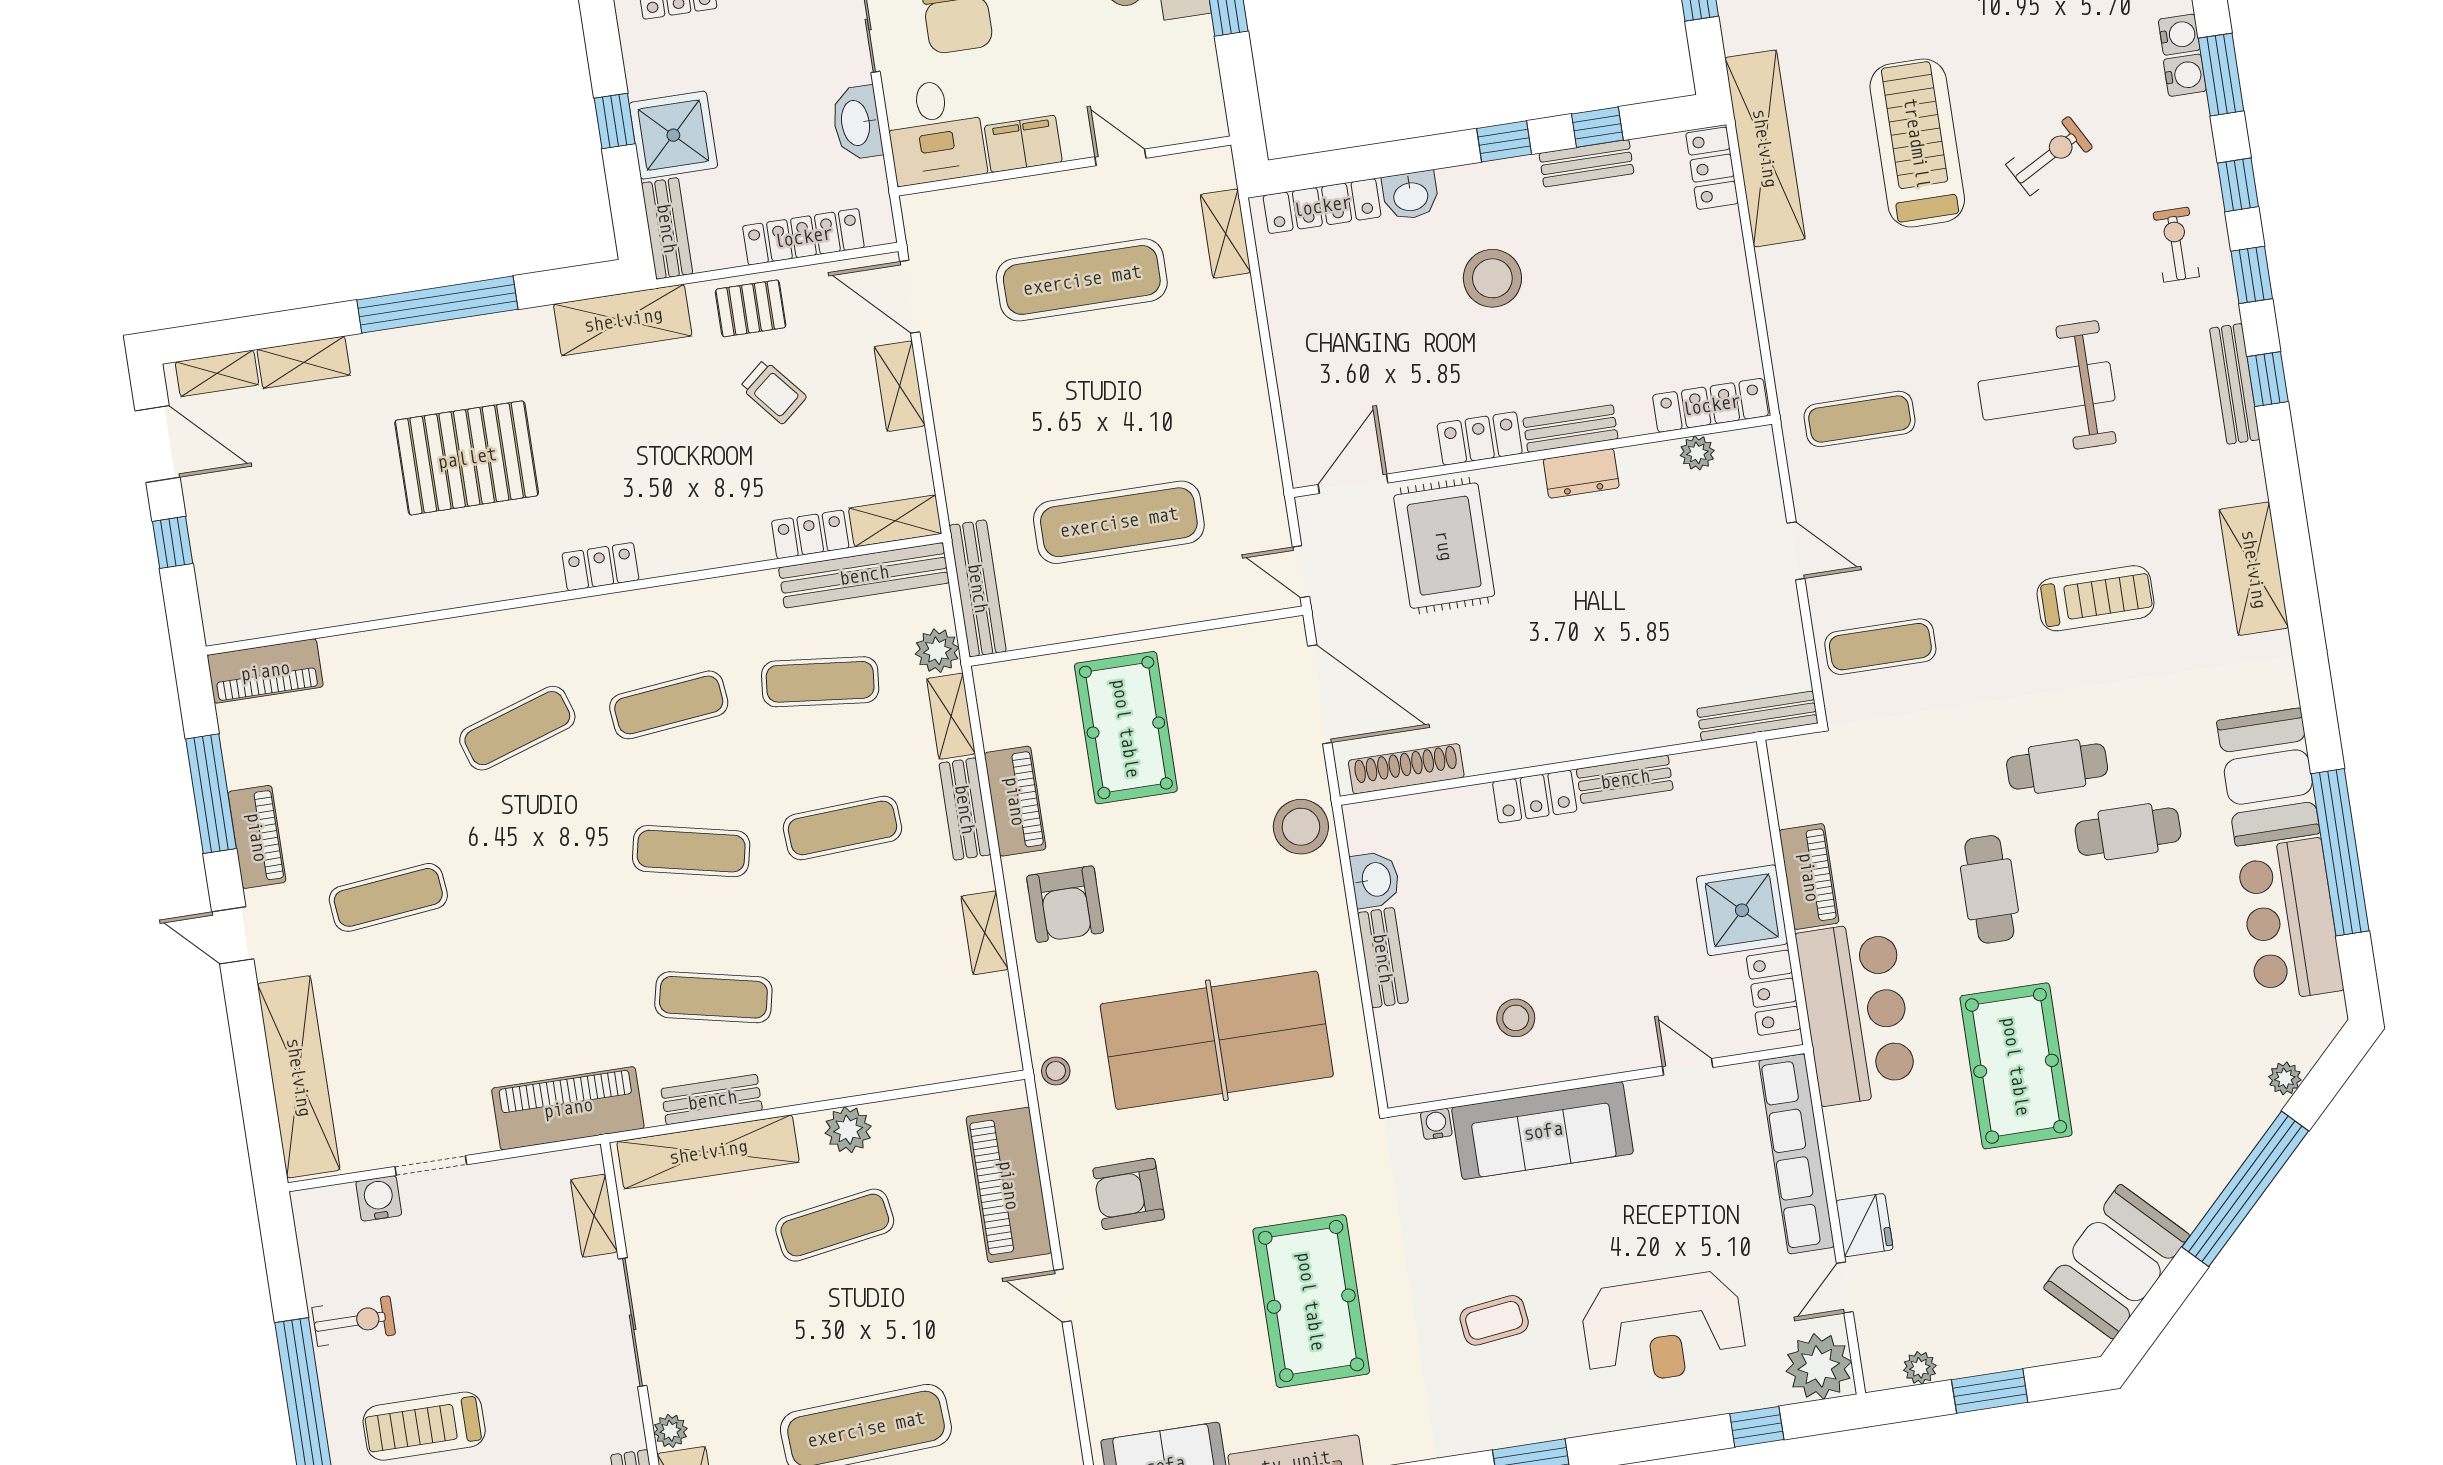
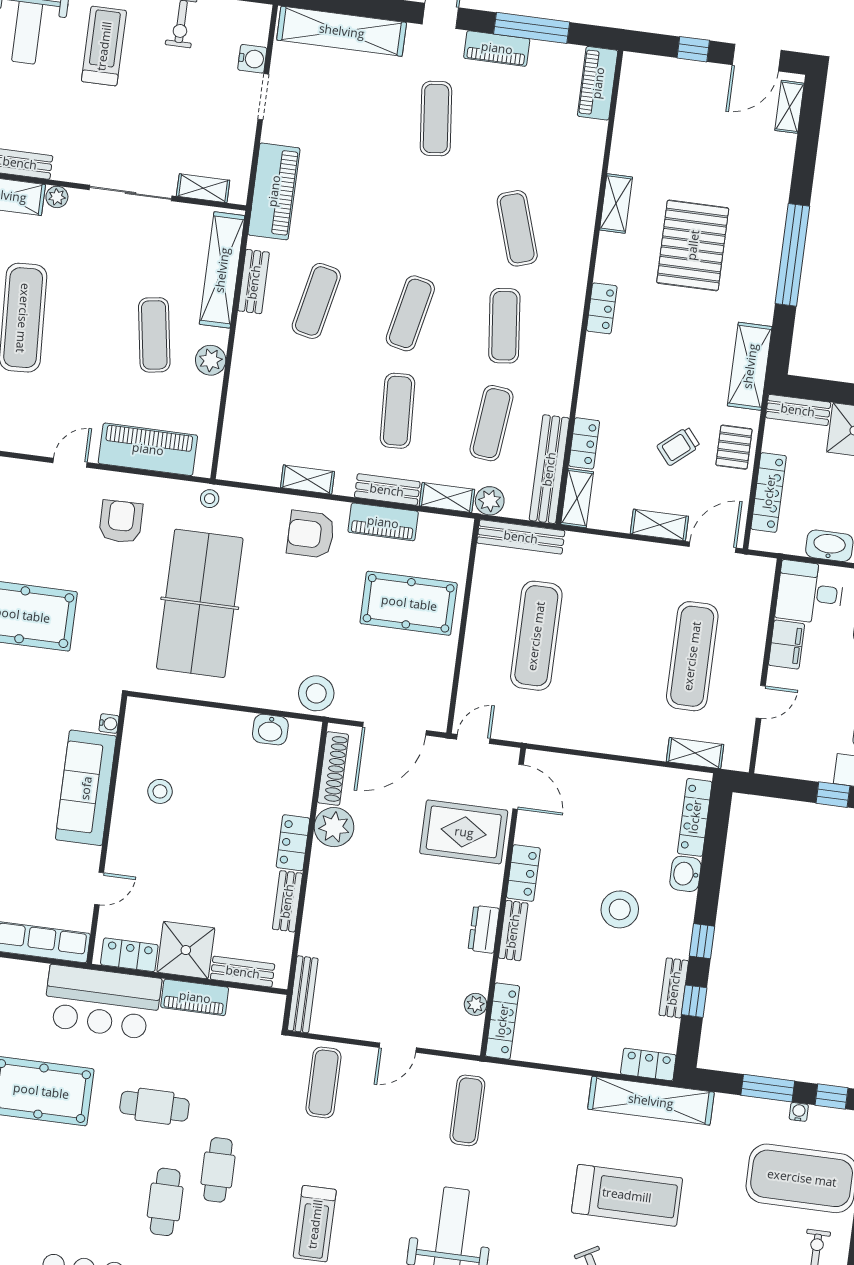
shelving: (304, 362) -> (616, 204), moved
plant: (1493, 742) -> (334, 827), added
bench: (1383, 958) -> (243, 972), moved

